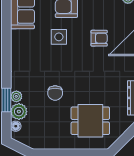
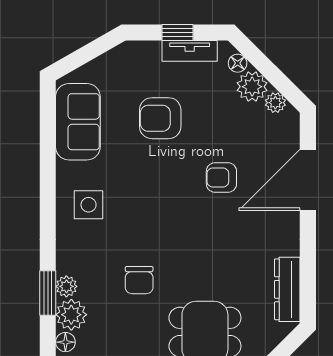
side table: (59, 37) -> (89, 205), moved
armchair: (99, 38) -> (221, 178), turned 180

